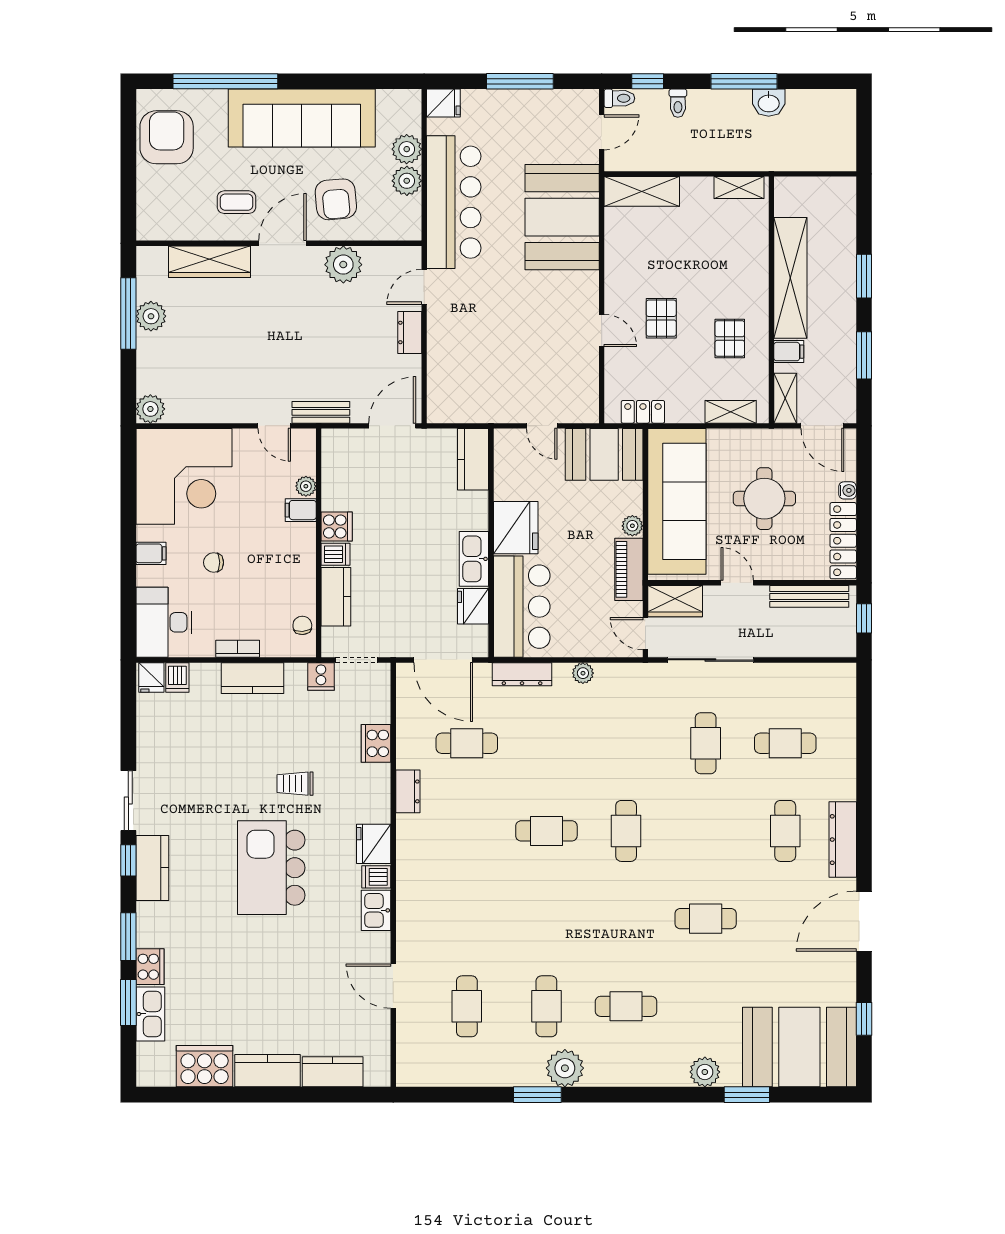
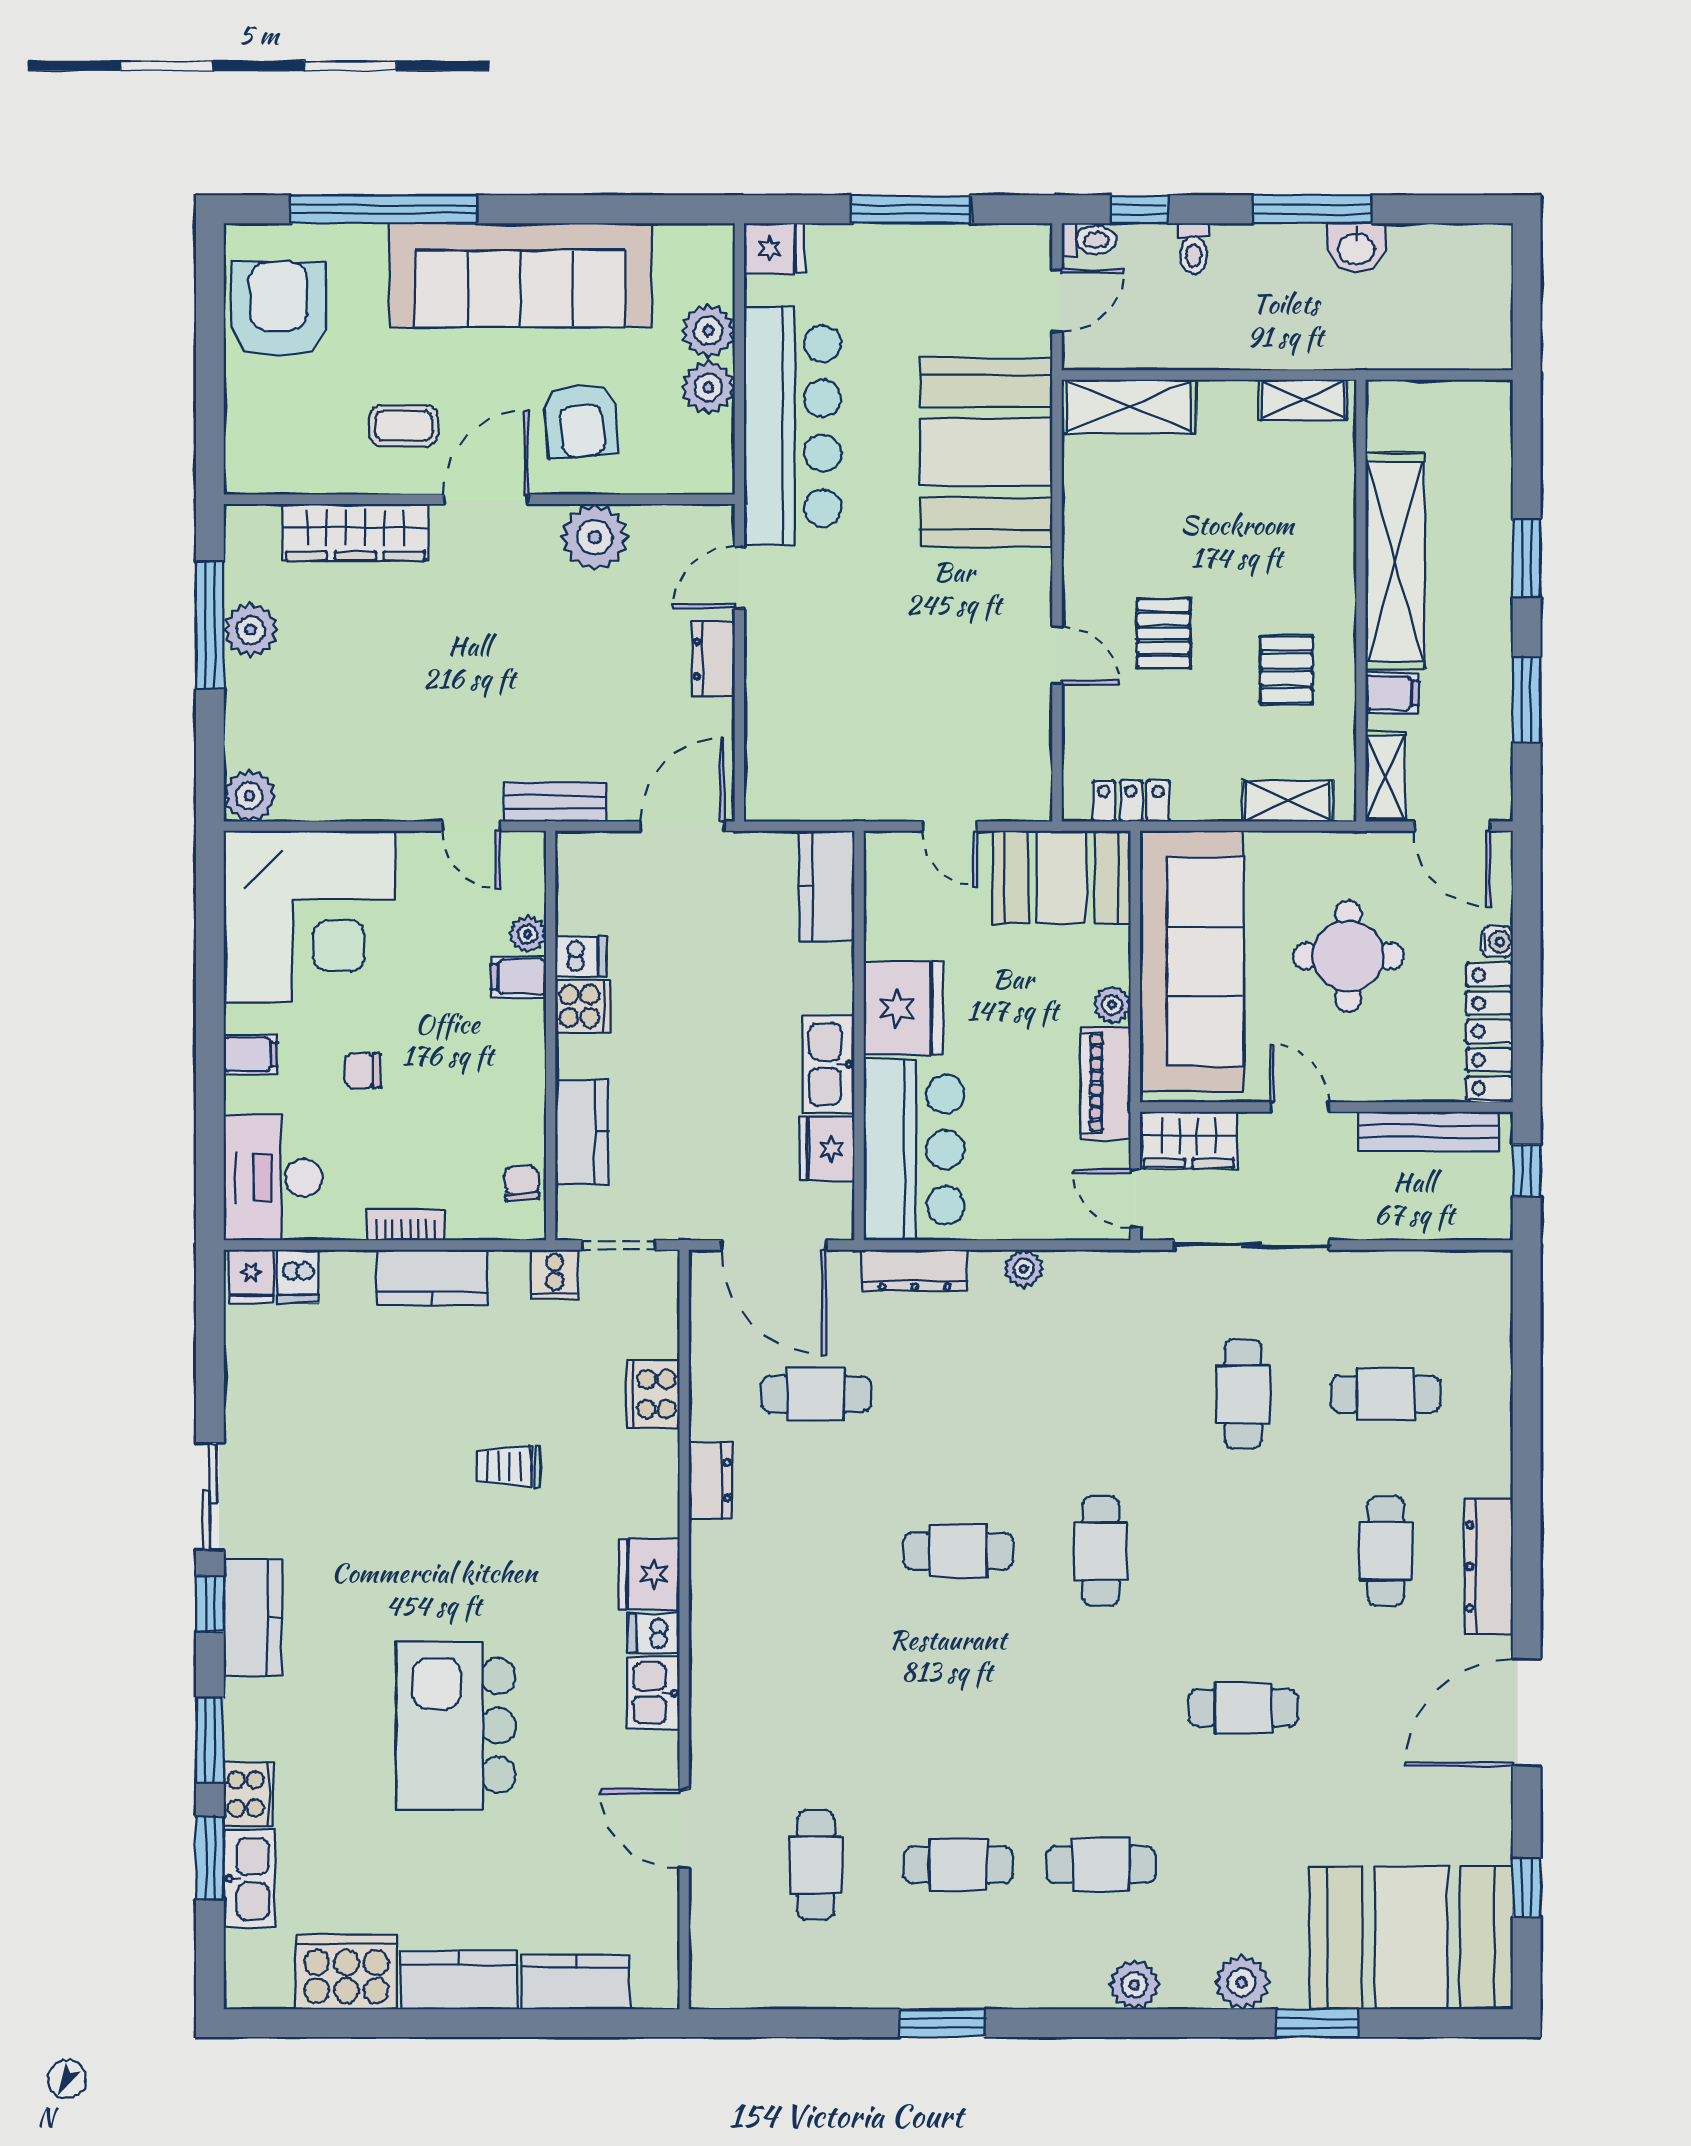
dishwasher: (336, 554) -> (581, 956), moved
kitchen island: (271, 868) -> (456, 1726), moved
cafe table: (546, 1006) -> (958, 1865), turned 90
plant: (565, 1068) -> (1134, 1985), moved, width x0.73, depth x0.73

